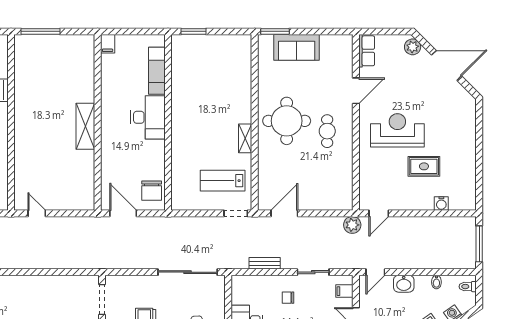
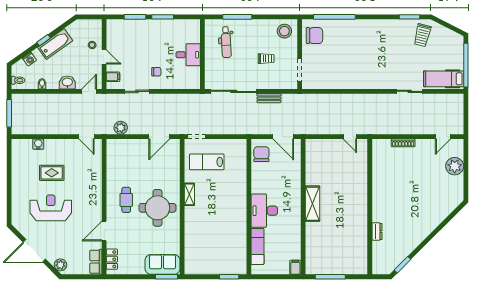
window: (40, 31) -> (330, 277), moved
sofa: (297, 47) -> (162, 264), moved
locker: (346, 54) -> (112, 259), added
reception desk: (397, 130) -> (51, 208), moved, turned 180
lab bench: (223, 181) -> (207, 162), turned 180
door: (379, 213) -> (87, 137), swing flipped
plant: (352, 225) -> (121, 128), moved
bench: (265, 263) -> (269, 98), moved

